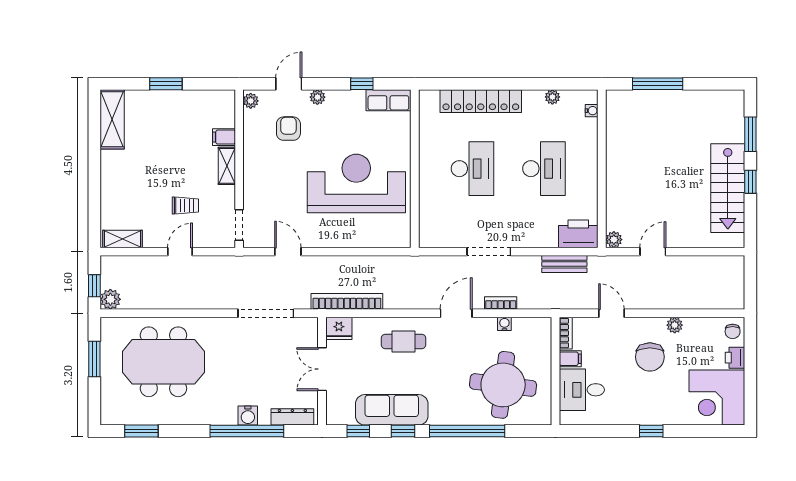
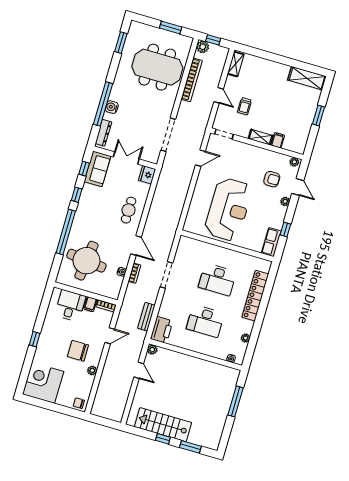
bookcase: (347, 301) -> (192, 80), moved
printer: (735, 358) -> (63, 400), removed
meeting table: (163, 362) -> (157, 67), turned 90
sofa: (392, 410) -> (97, 169), moved, width x0.73

